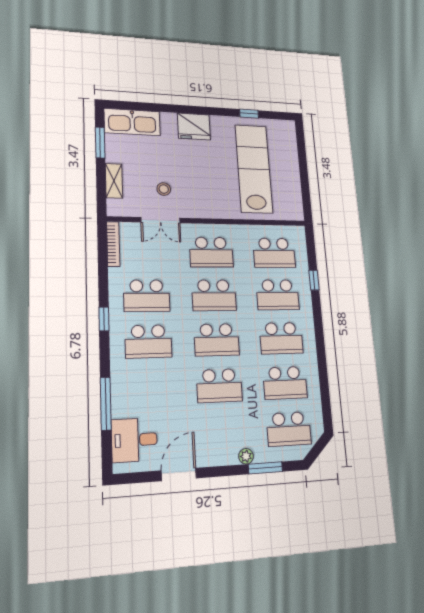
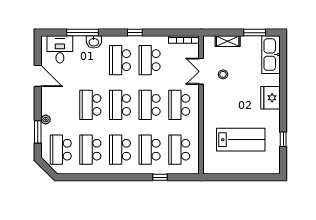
lab bench: (254, 169) -> (241, 140), width x0.73
washbasin: (121, 384) -> (94, 42), added

